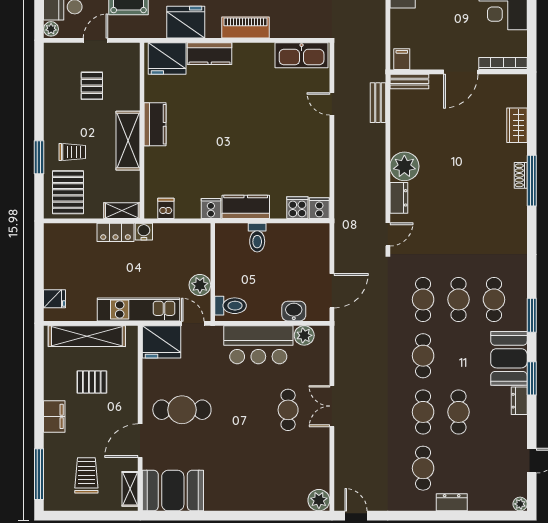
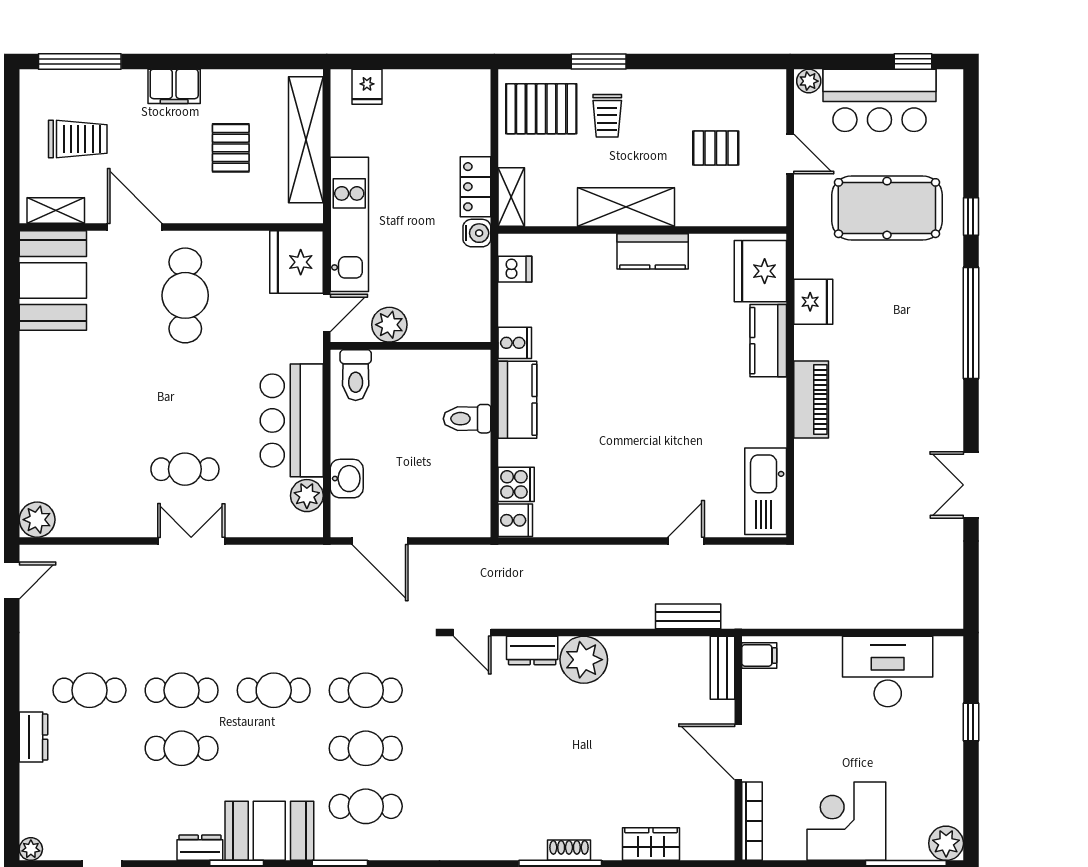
fridge: (186, 22) -> (813, 302), width x0.73, depth x0.75

